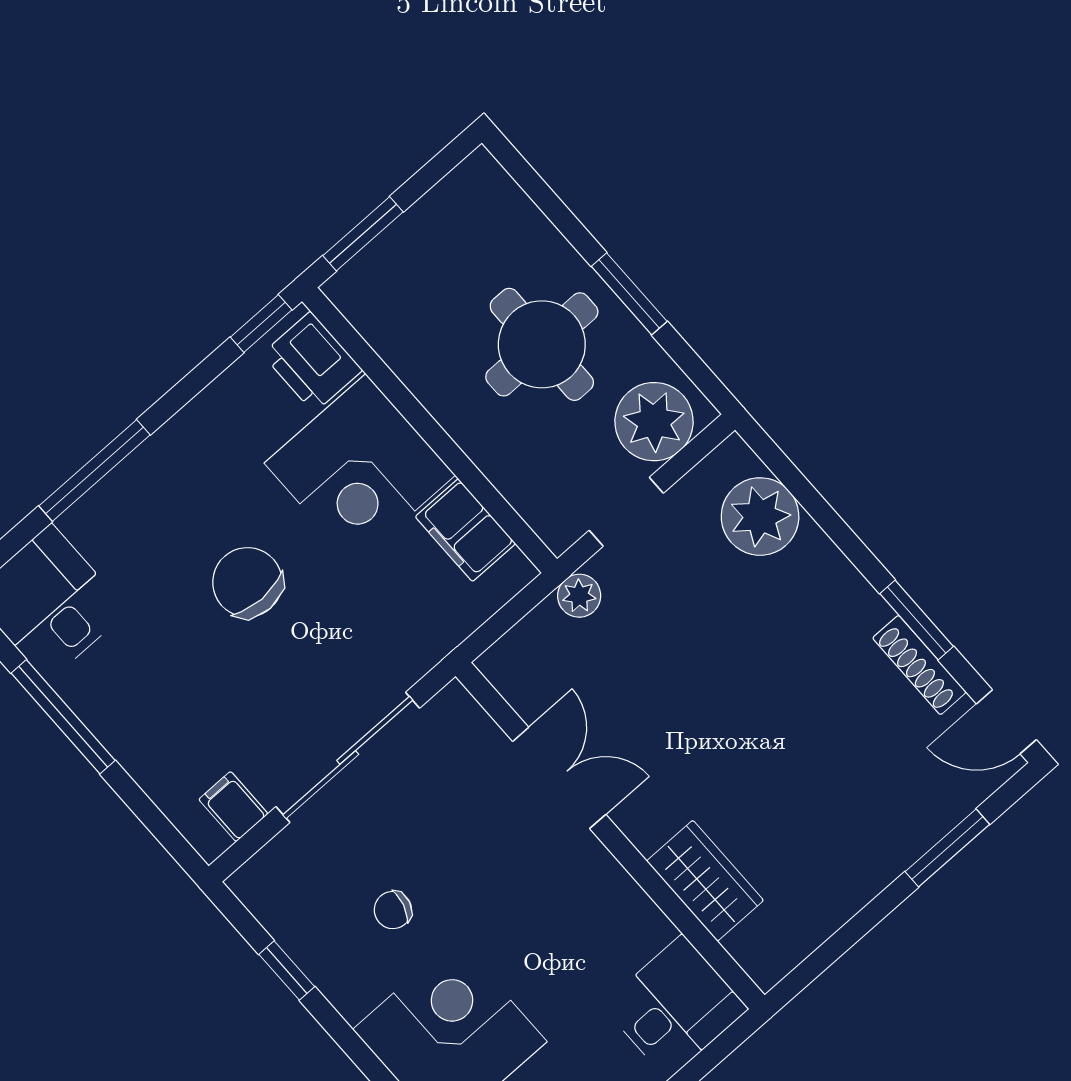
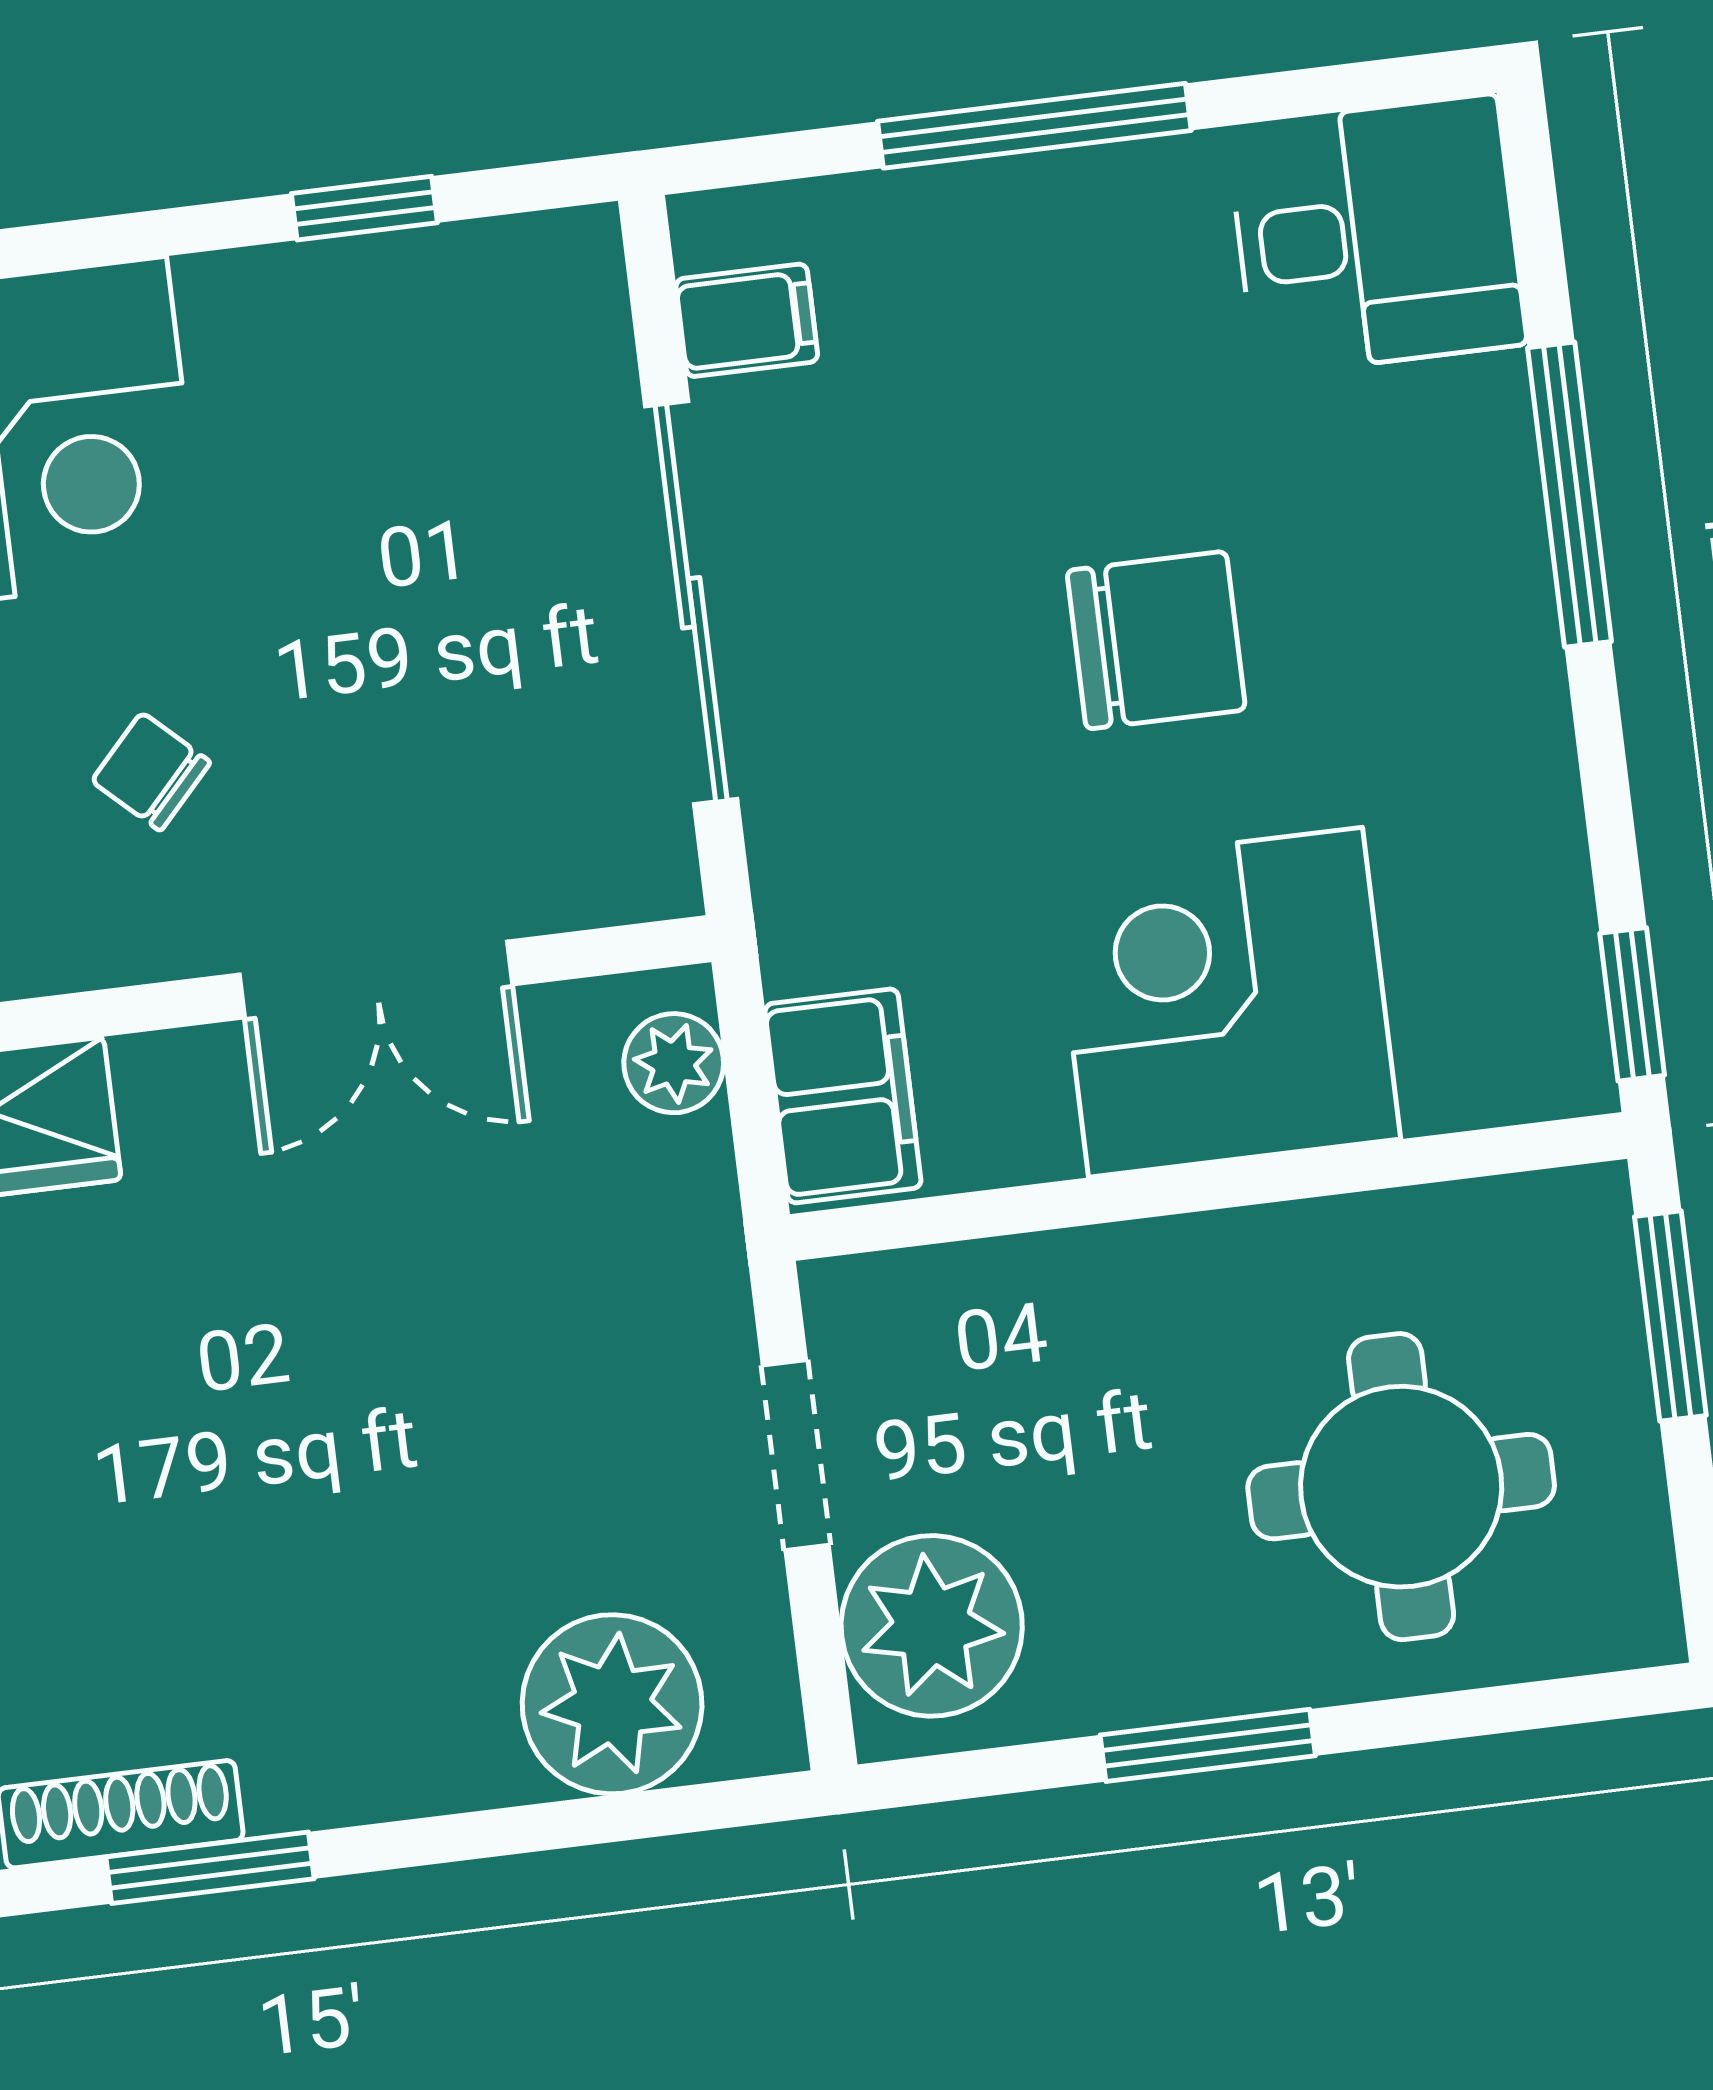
round table: (542, 344) -> (1401, 1487), moved
printer: (312, 362) -> (1492, 1051), removed
filing cabinet: (465, 530) -> (843, 1096), moved, turned 90
plant: (579, 596) -> (674, 1063), moved
window: (63, 717) -> (1034, 126), moved
chair: (393, 910) -> (151, 772), moved, turned -63

